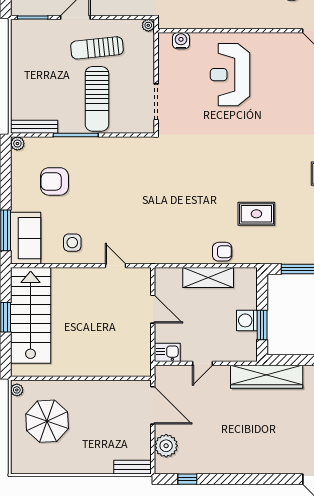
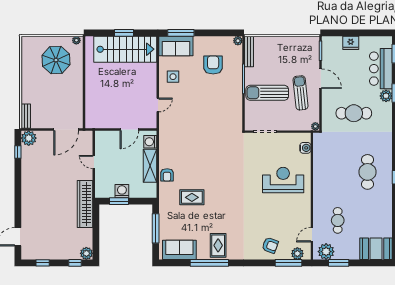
rug: (256, 214) -> (192, 197), turned 90
washing machine: (172, 277) -> (150, 142), added
kitchen sink: (167, 352) -> (101, 139), removed
plant: (166, 446) -> (29, 138), moved

